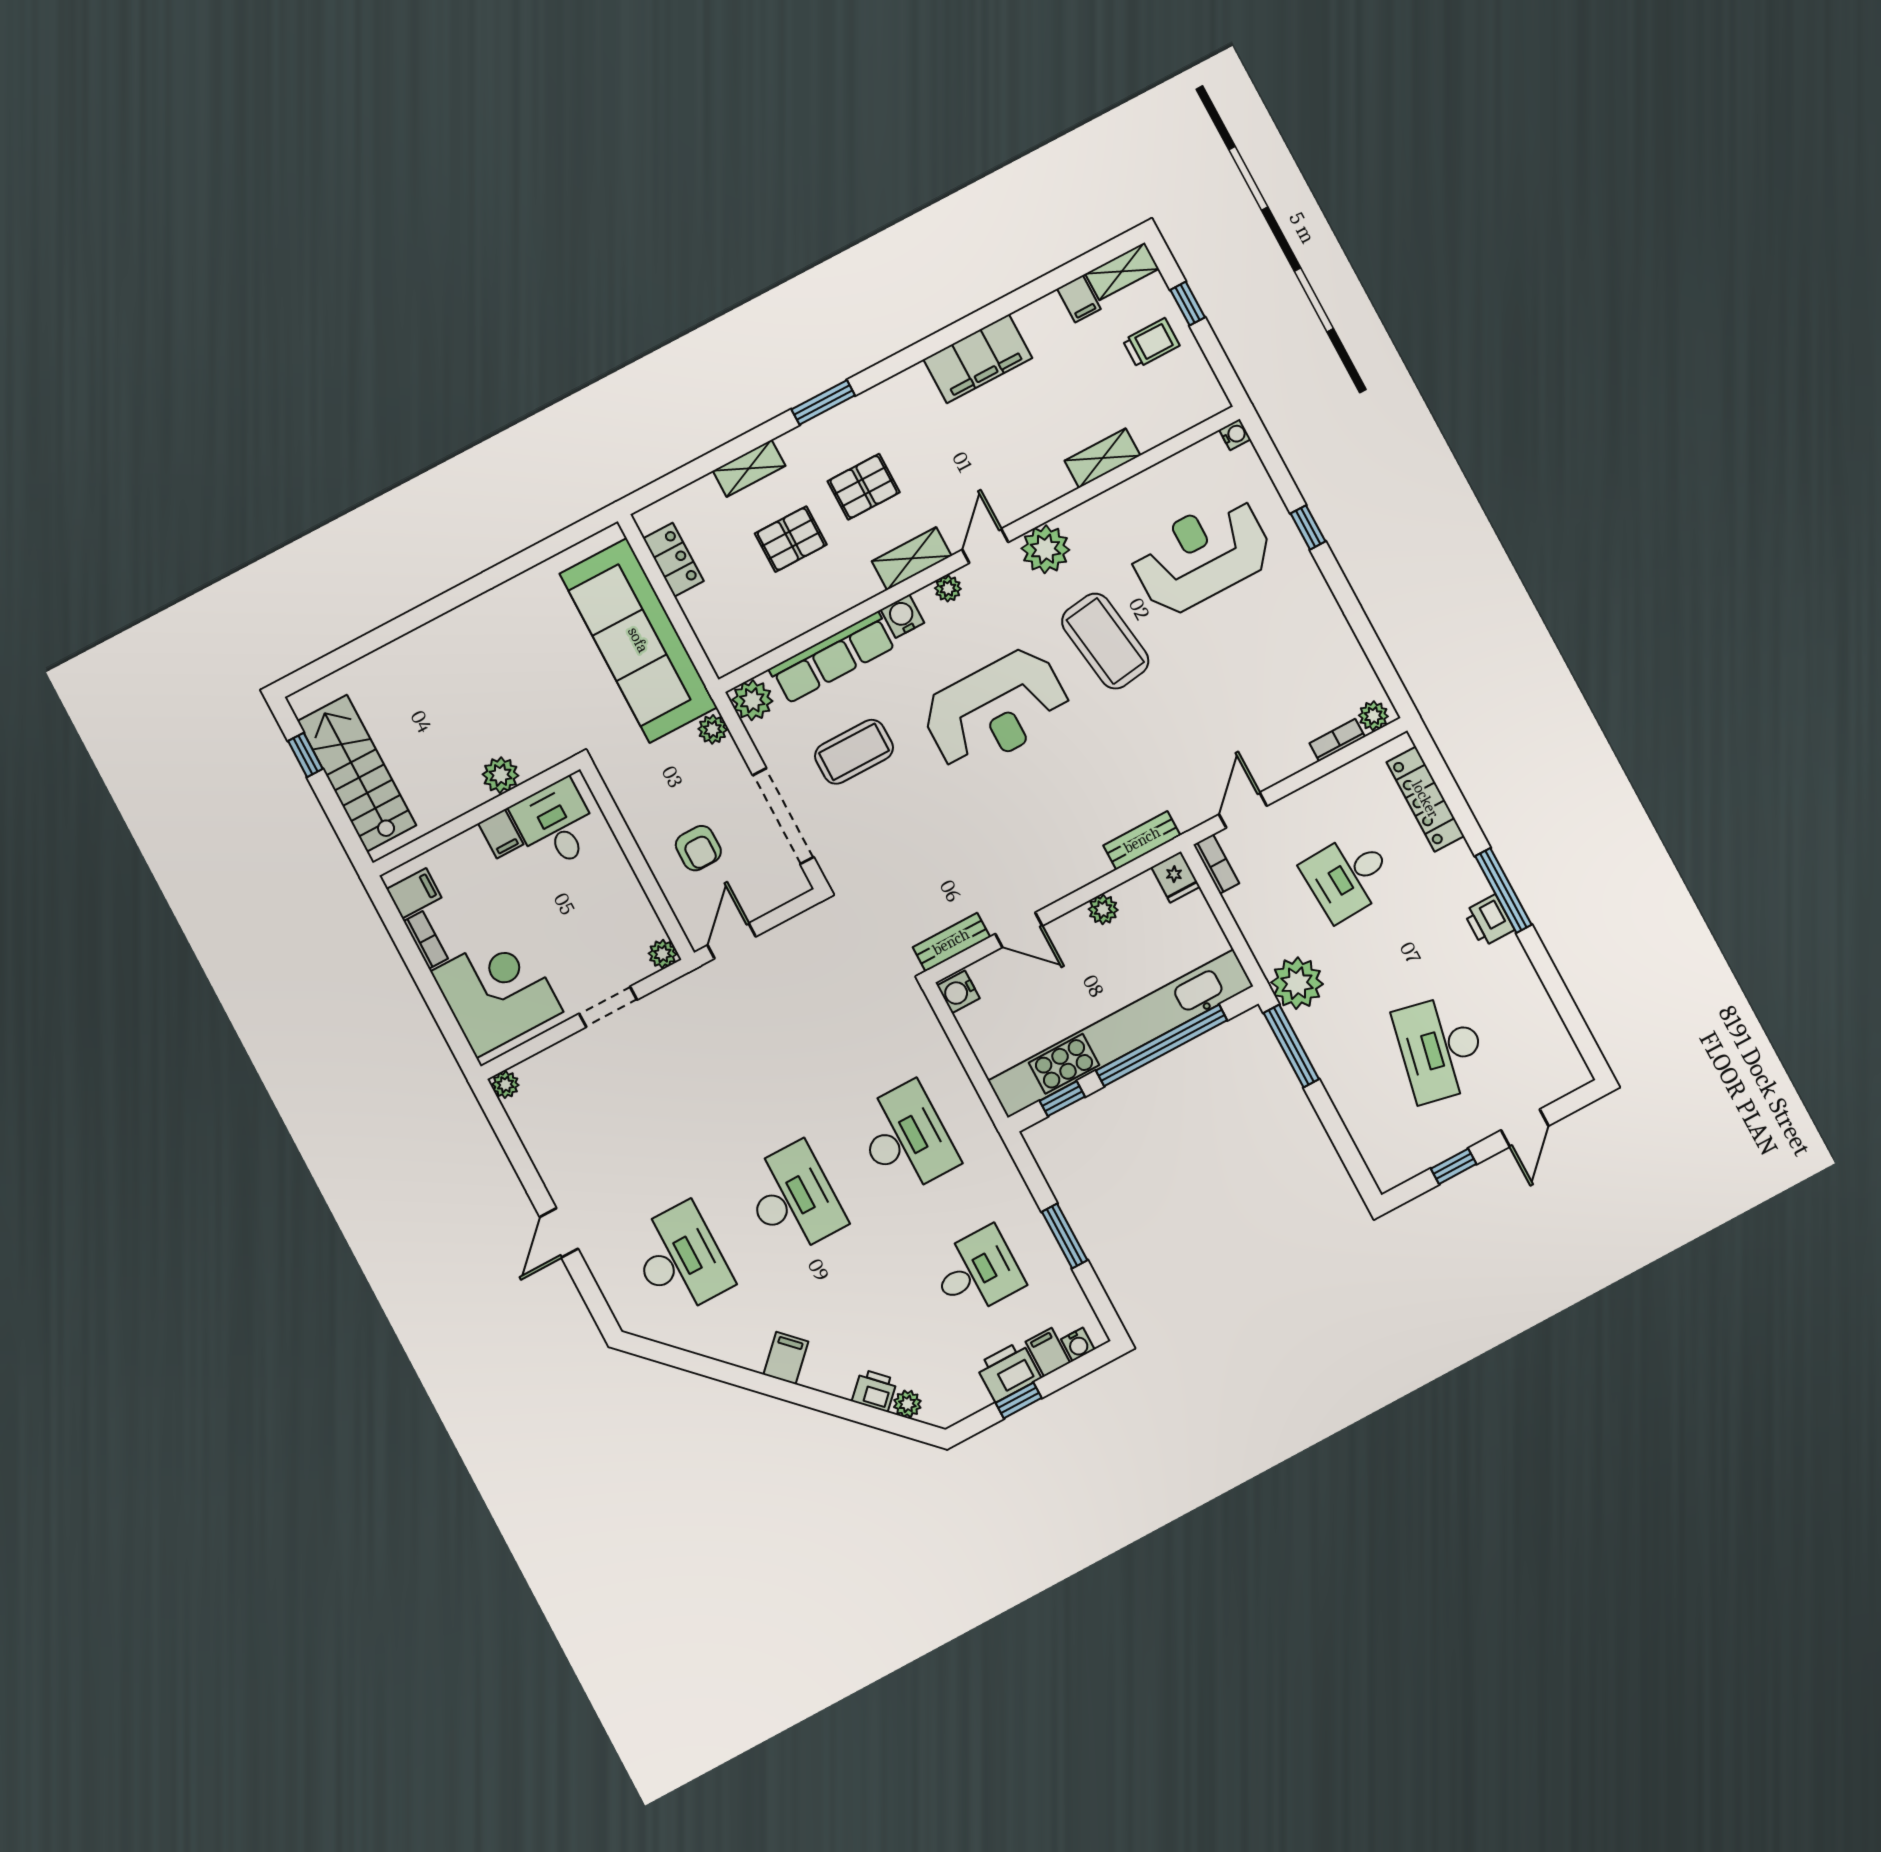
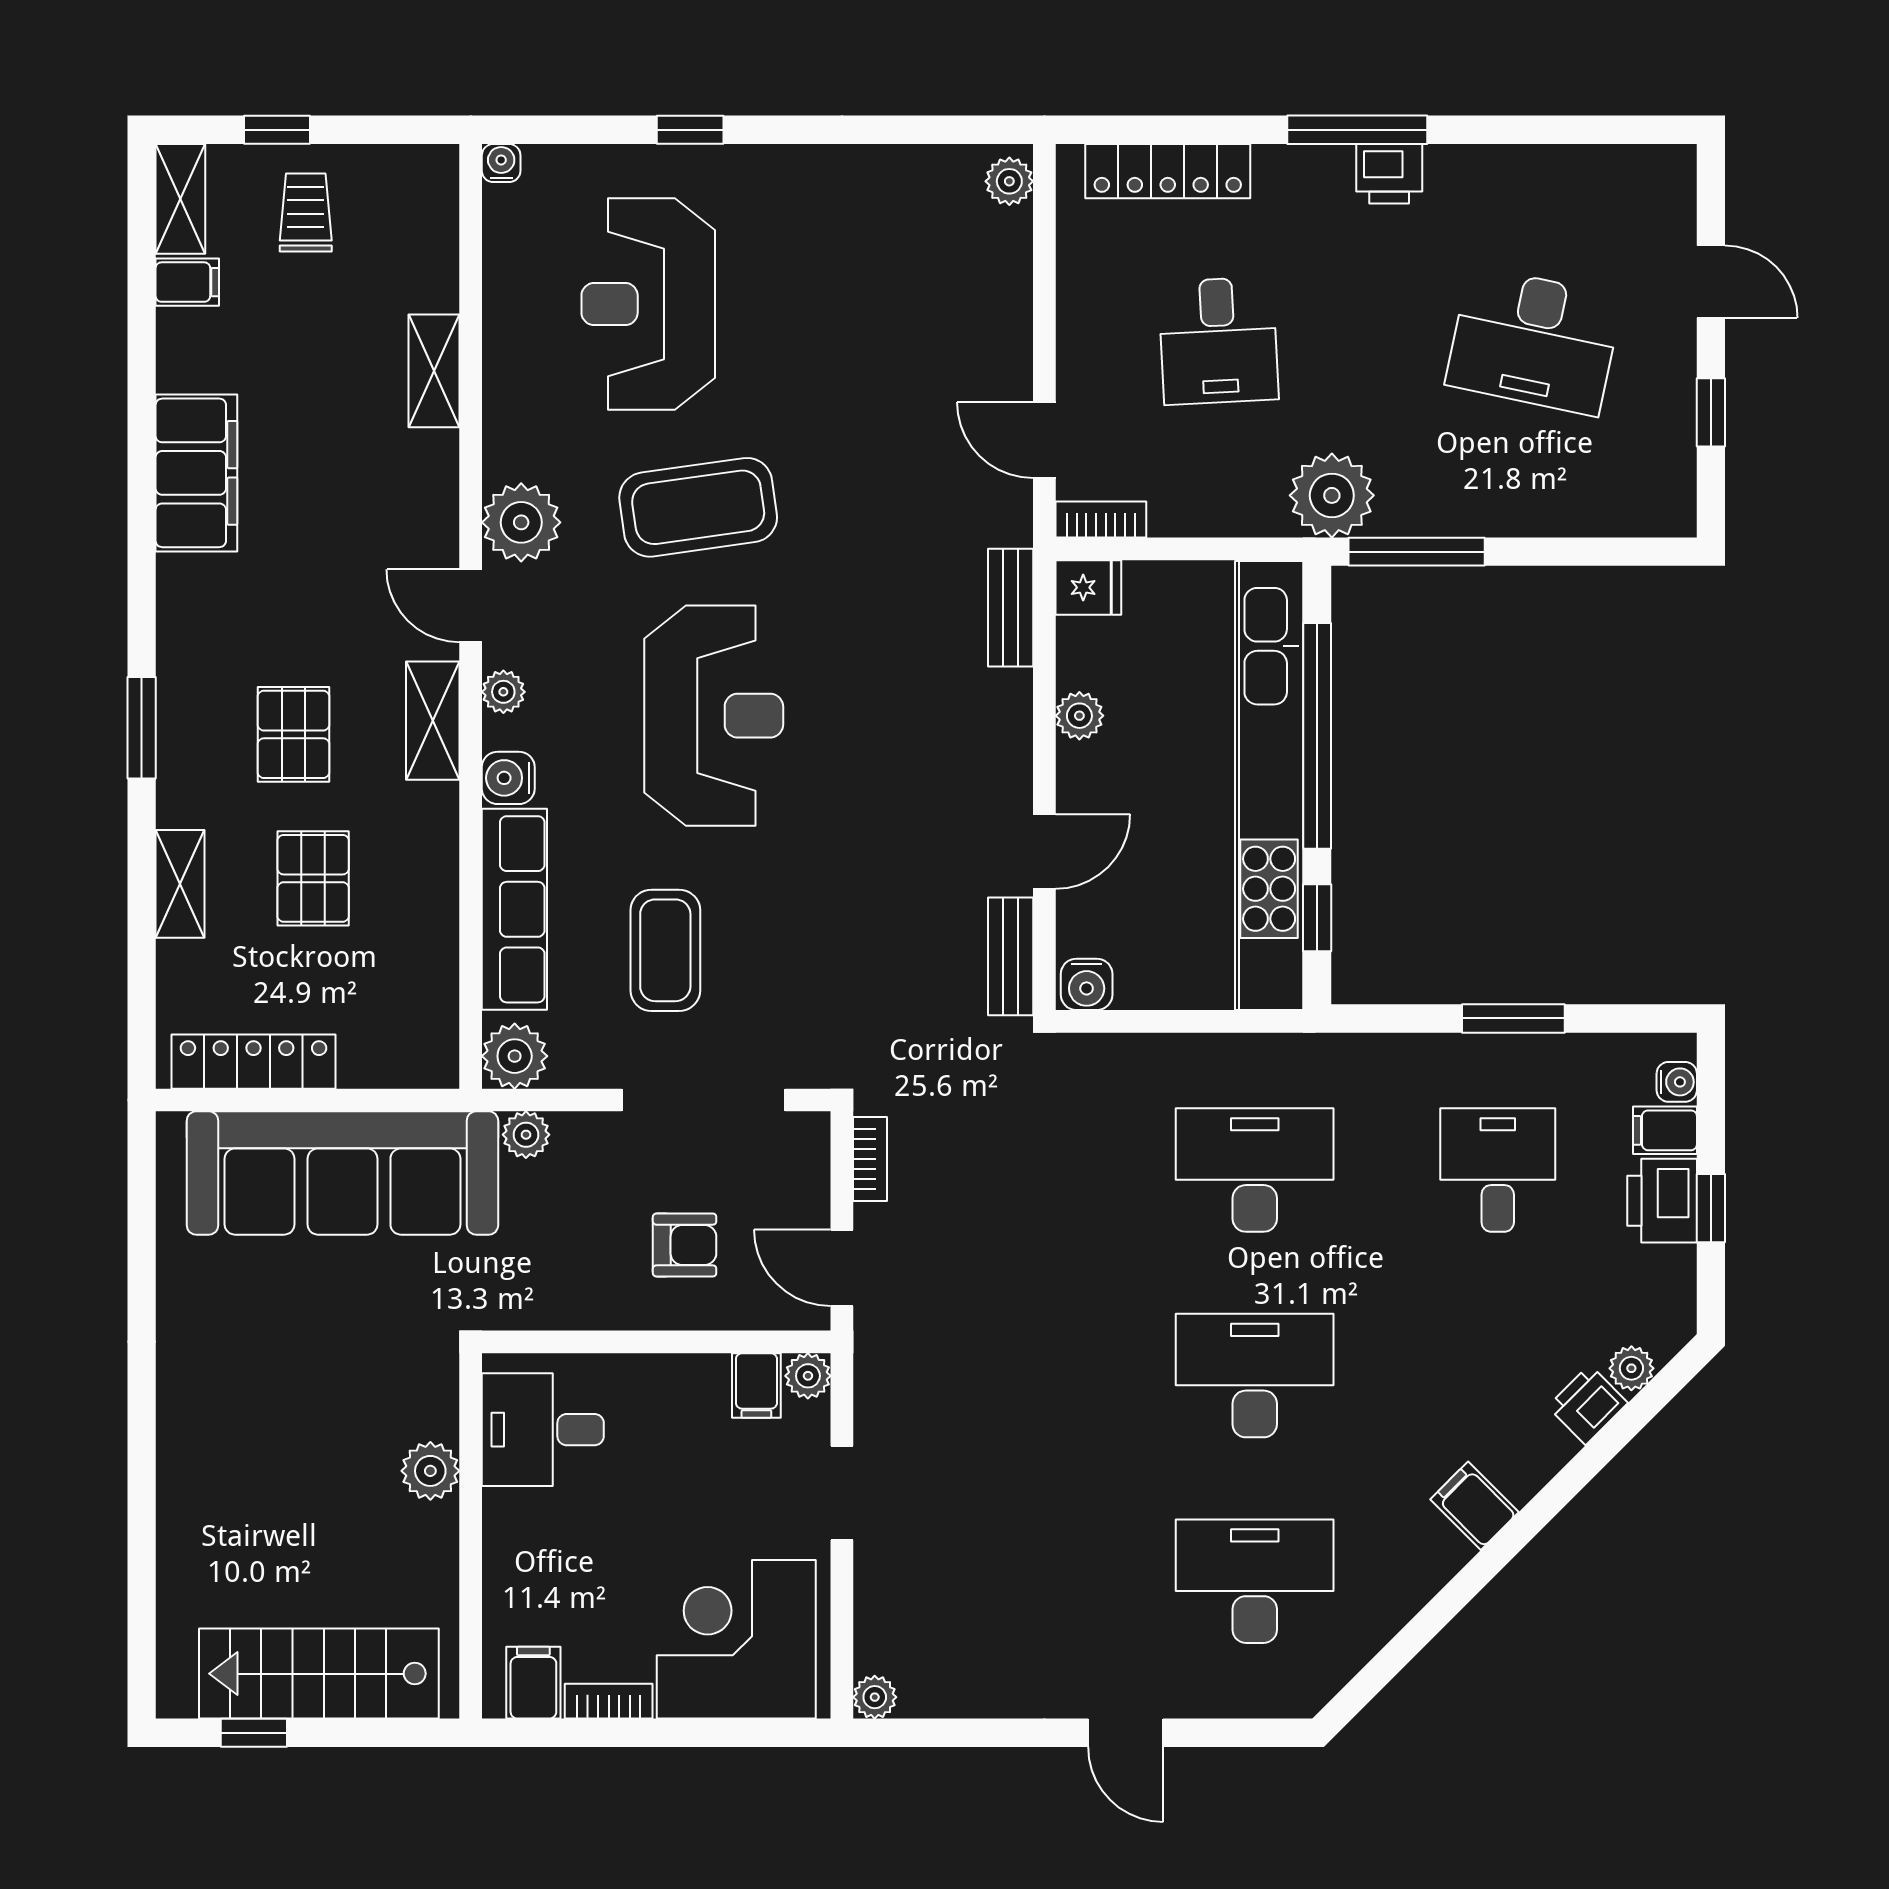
locker: (673, 560) -> (254, 1062), width x1.53
bookcase: (1337, 740) -> (870, 1159), moved, turned 180
filing cabinet: (501, 834) -> (756, 1385), moved, turned 90

